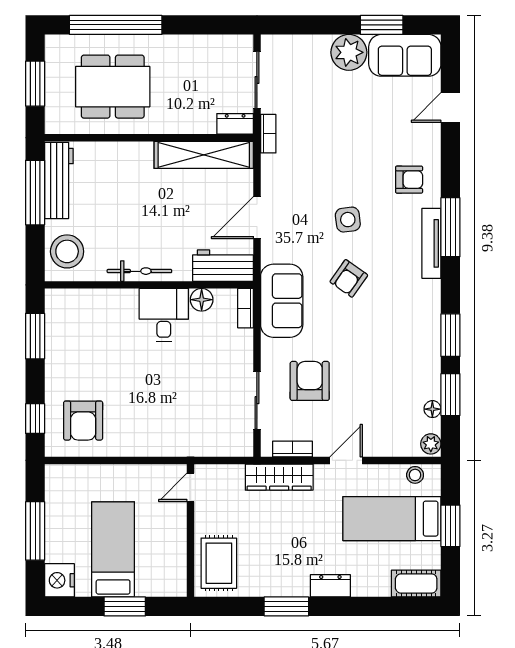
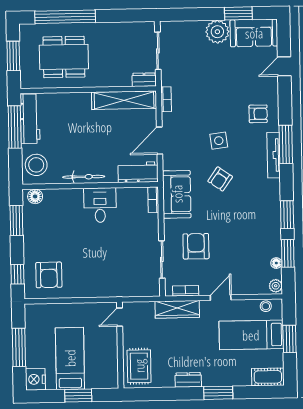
bookcase: (268, 134) -> (166, 99), moved
floor lamp: (202, 300) -> (35, 196), moved
dresser: (330, 586) -> (188, 380), moved
window: (286, 606) -> (218, 393), moved

